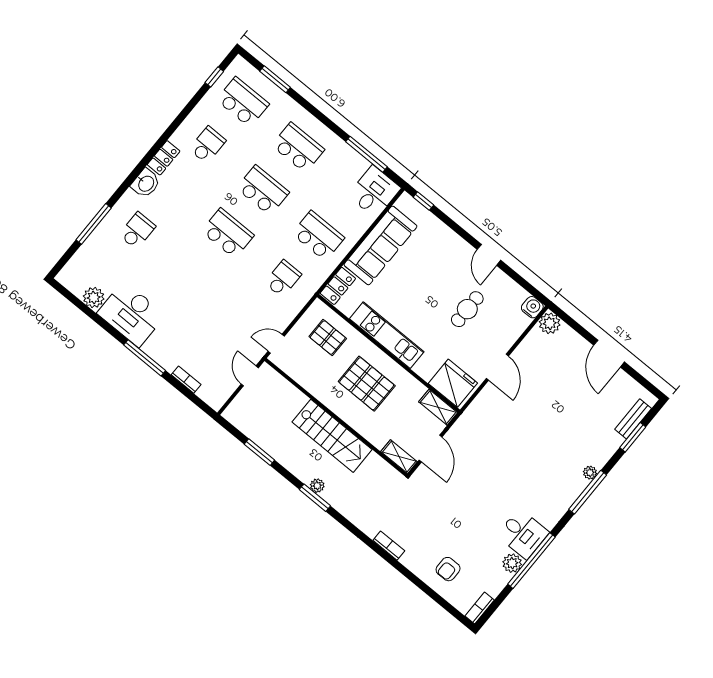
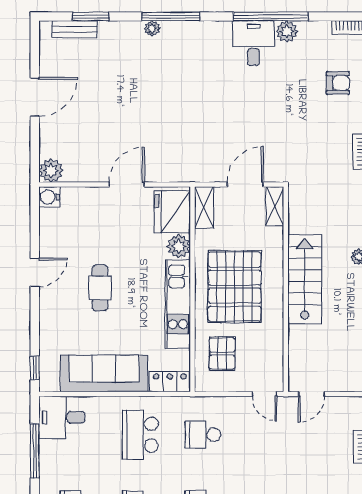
cafe table: (467, 309) -> (100, 288), moved, turned 90
plant: (426, 368) -> (179, 246), added
pallet: (367, 384) -> (235, 287), width x1.37, depth x1.41

